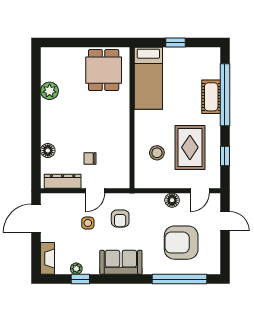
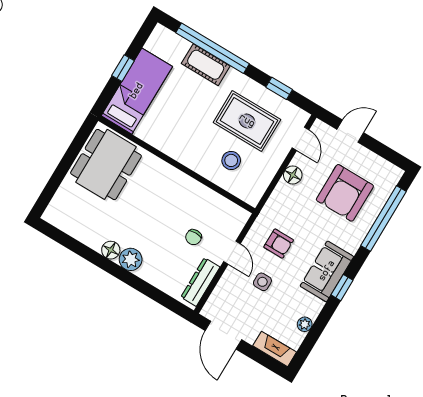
dining table: (104, 70) -> (106, 164), width x1.38
bed: (148, 78) -> (137, 91), moved, turned -90
plant: (50, 91) -> (131, 259), moved
floor lamp: (48, 151) -> (111, 250), moved
window: (80, 279) -> (342, 288), moved

